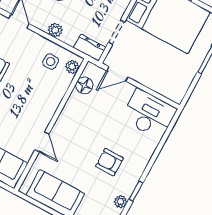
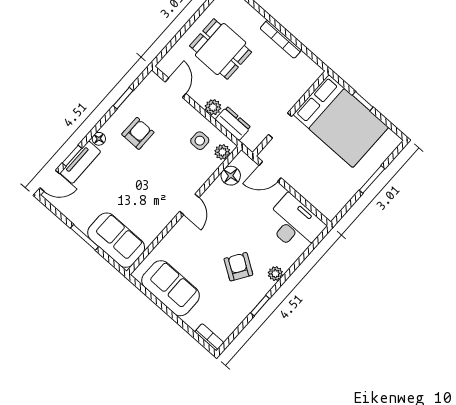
dresser: (90, 48) -> (233, 123), moved
door: (42, 142) -> (189, 204), moved
armchair: (109, 162) -> (238, 267), turned 33
plant: (121, 202) -> (275, 274), moved

